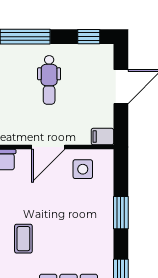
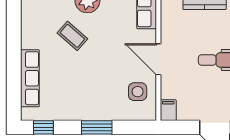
coffee table: (23, 239) -> (72, 36), turned 41

